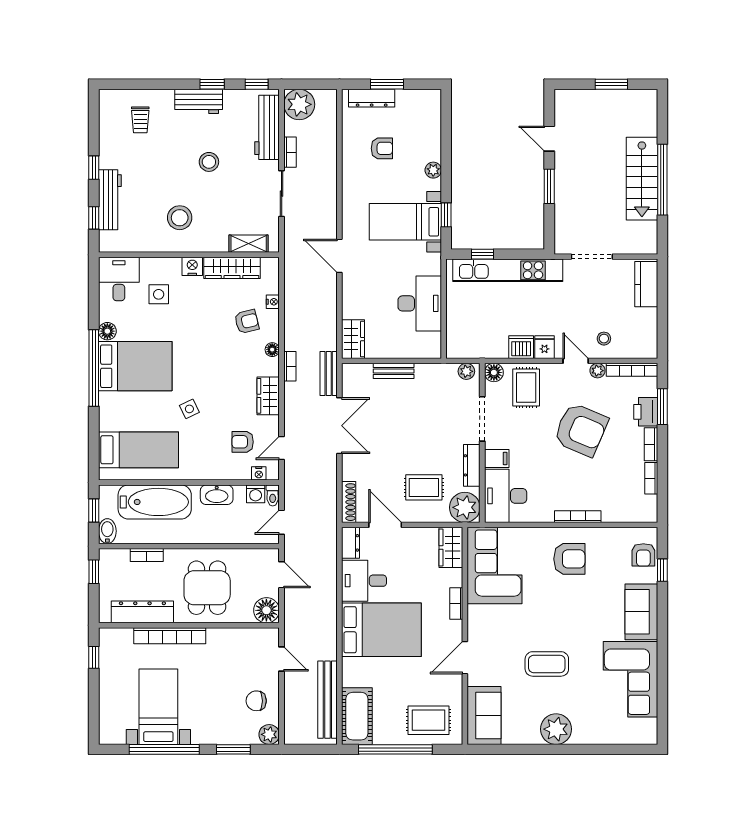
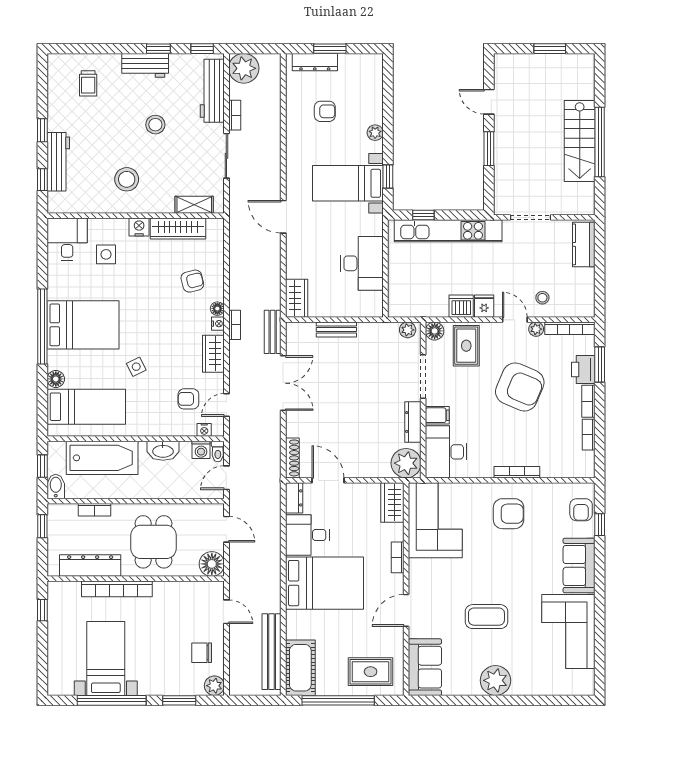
nightstand: (273, 302) -> (218, 324), moved
floor lamp: (107, 331) -> (56, 379), moved
rug: (424, 487) -> (366, 444), removed

